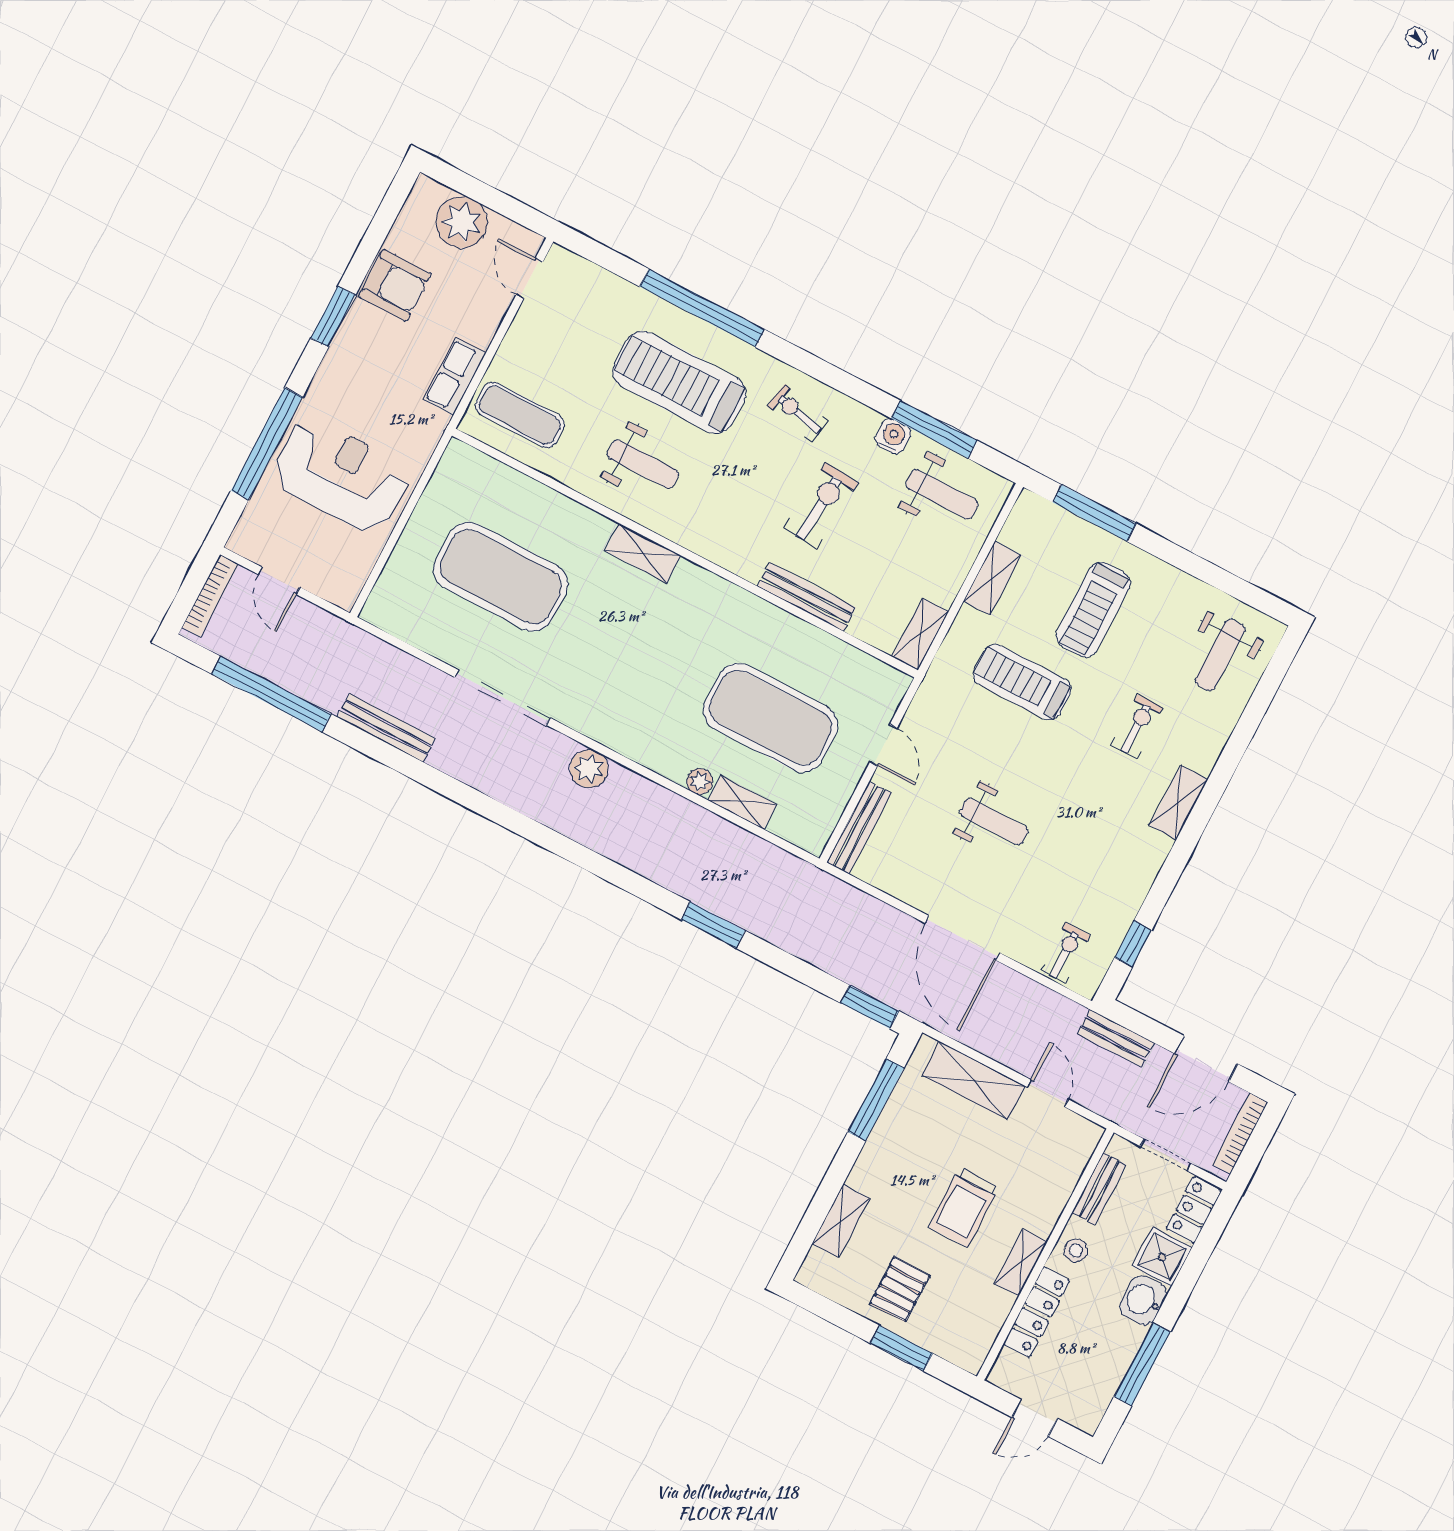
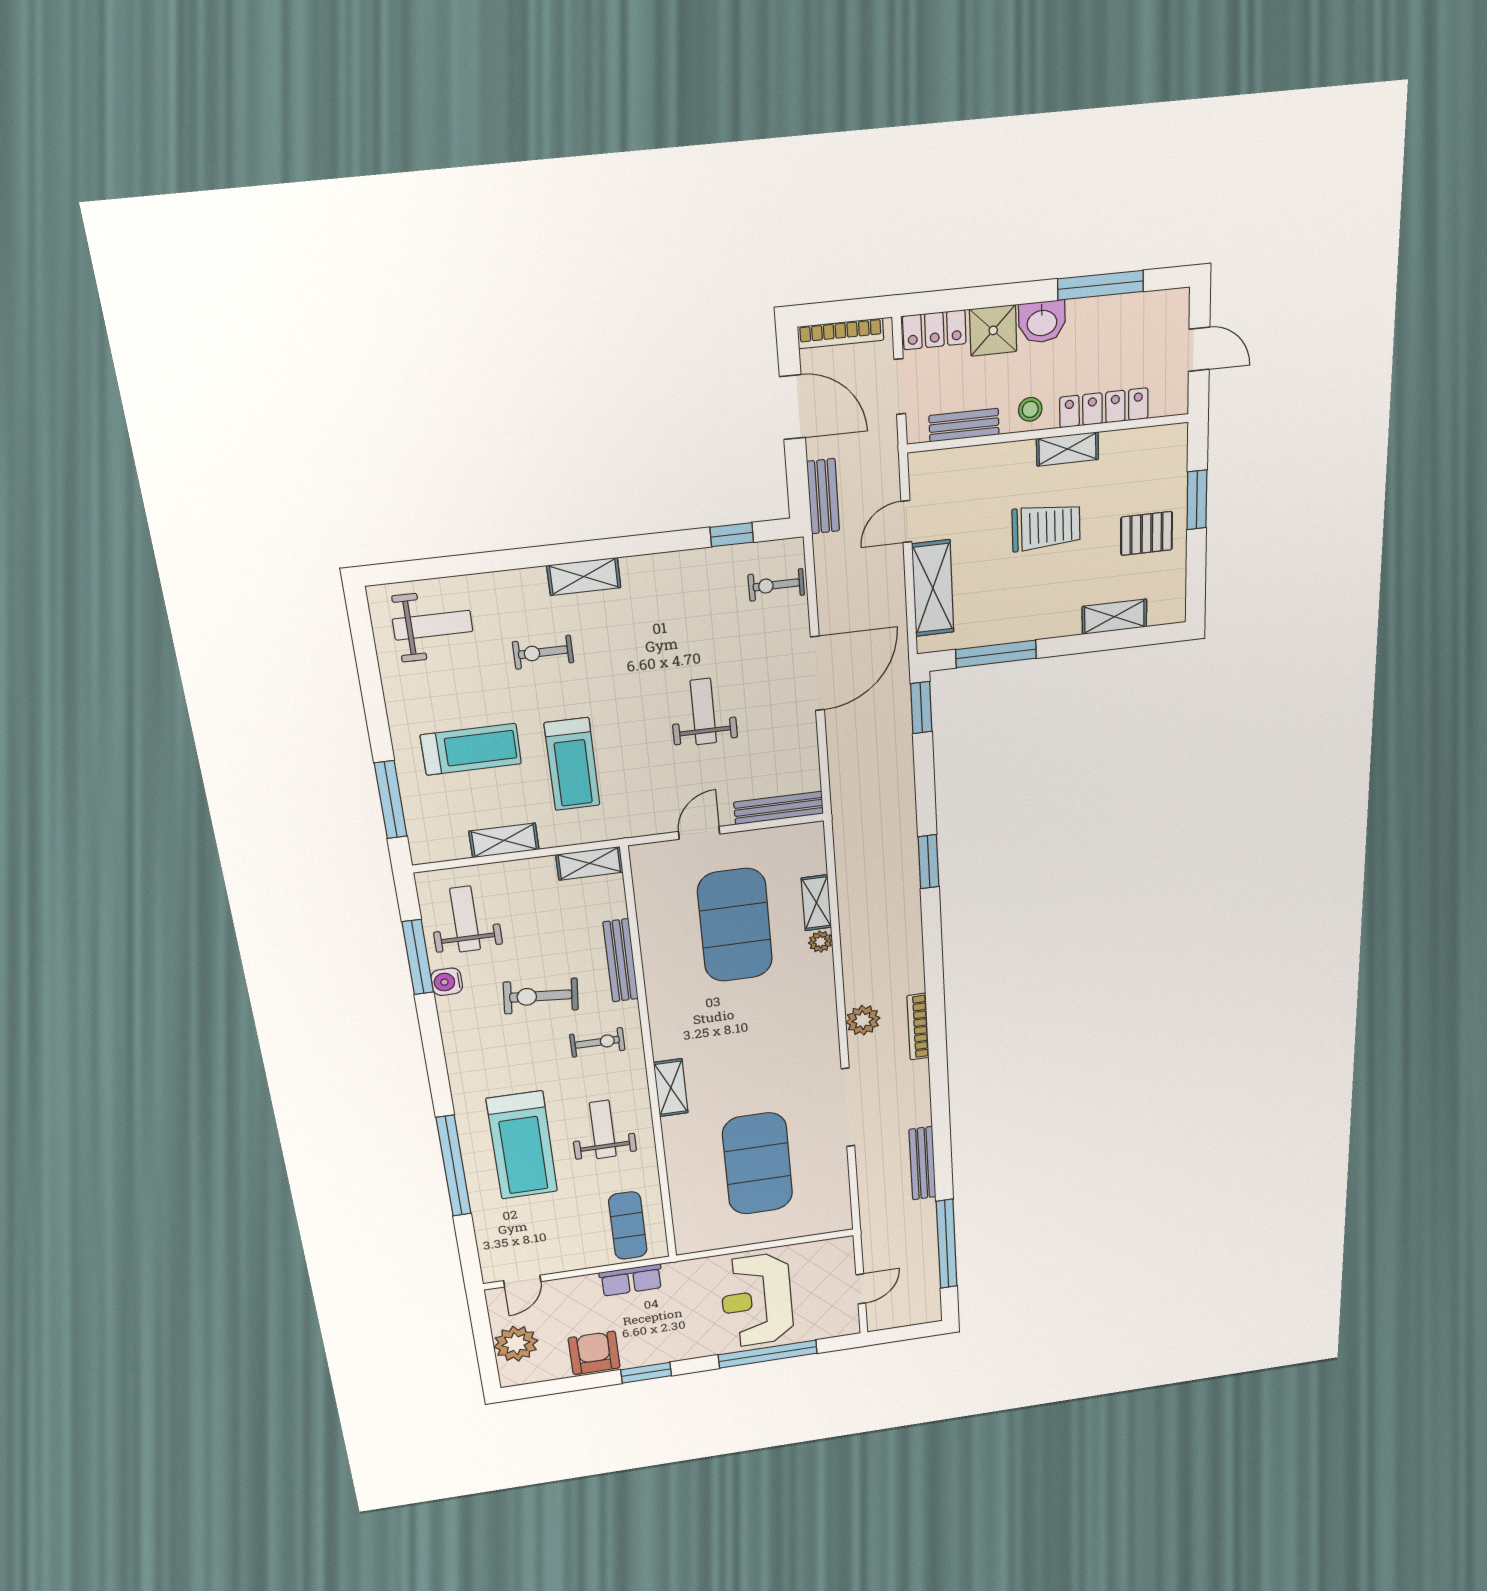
exercise bike: (798, 413) -> (597, 1042), moved, turned -102
bookcase: (210, 596) -> (918, 1027), moved, turned -90

